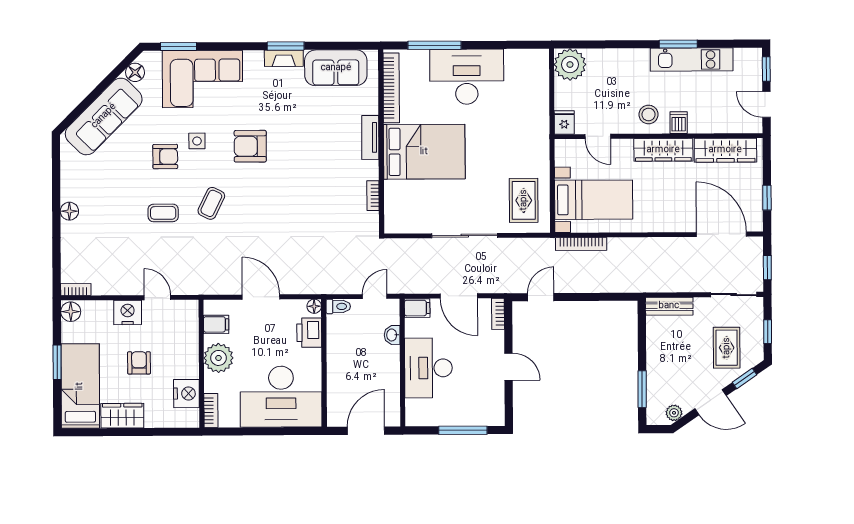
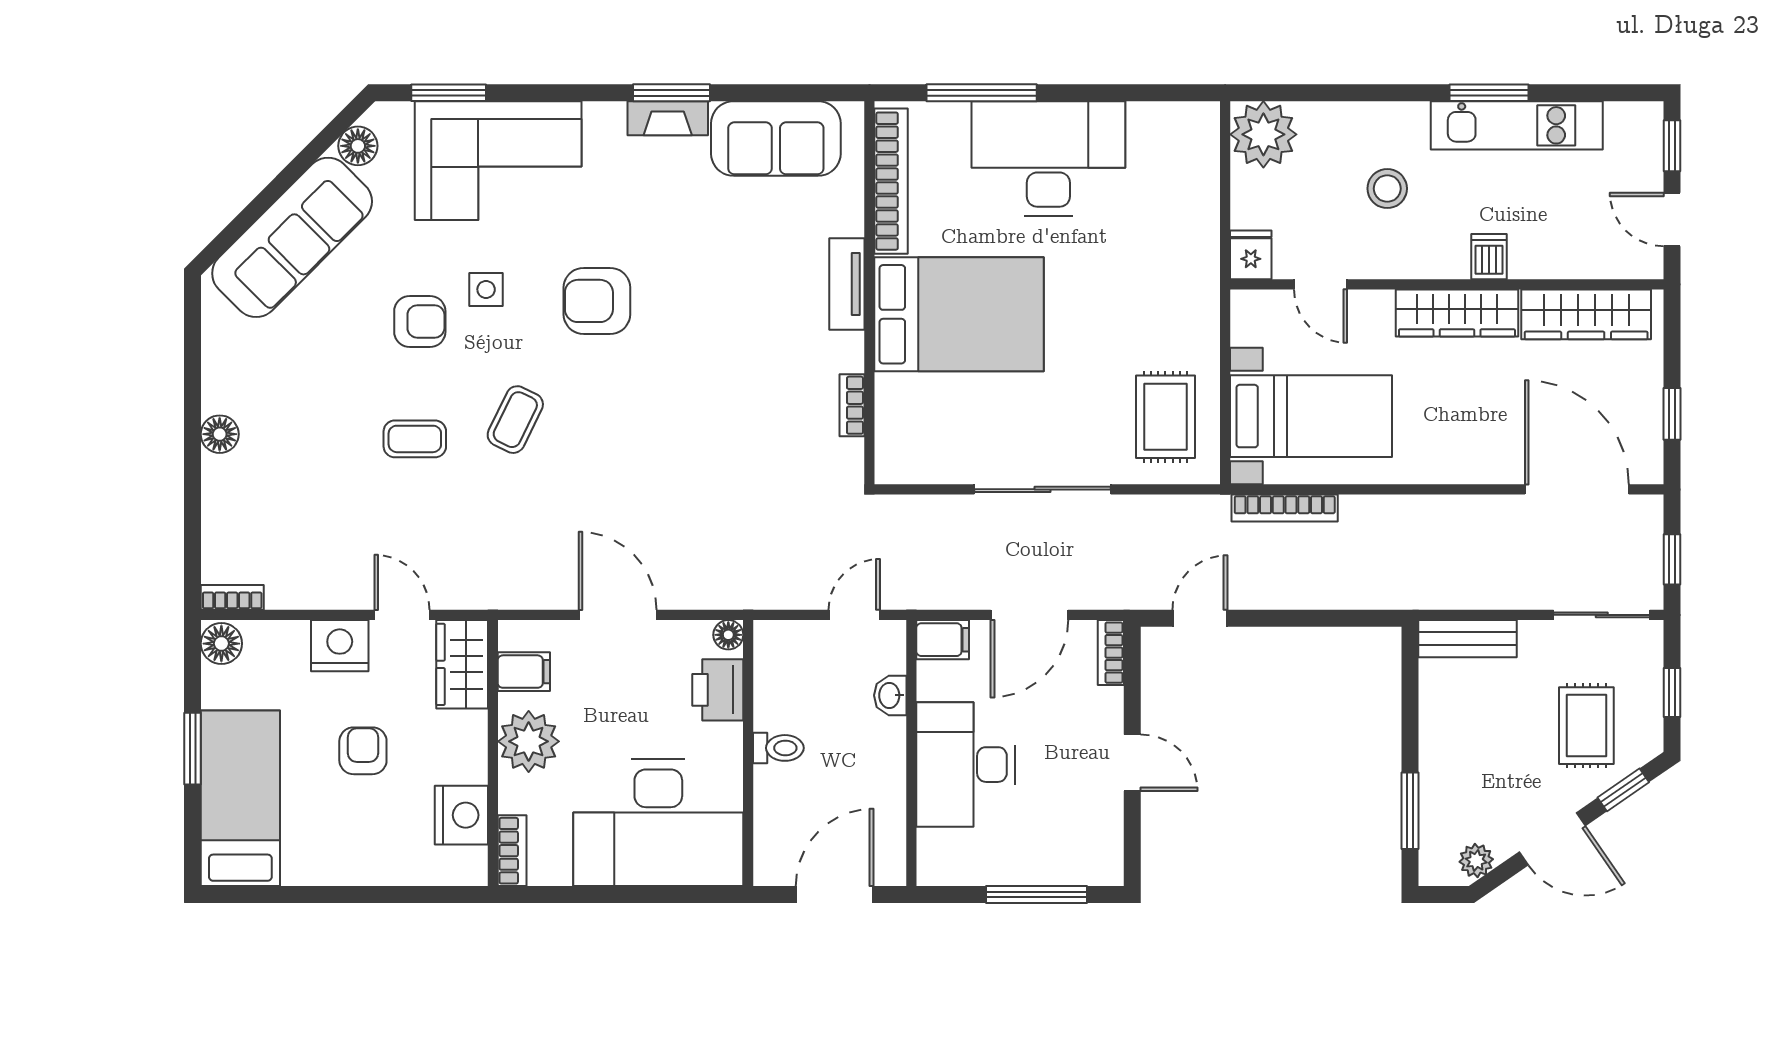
stool: (649, 114) -> (1387, 189), moved
door: (459, 296) -> (1029, 615), hinge flipped
toilet: (338, 306) -> (778, 748), moved
wardrobe: (122, 416) -> (462, 664), moved, turned -90

